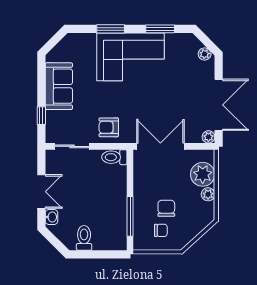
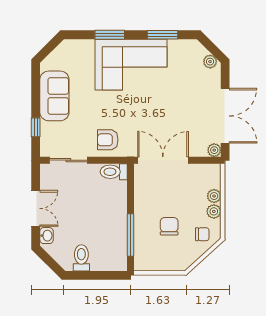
plant: (203, 174) -> (214, 196), width x0.53, depth x0.53
chair: (161, 230) -> (202, 234), moved

